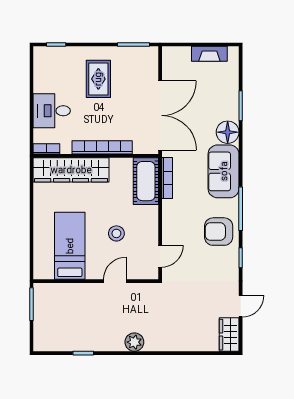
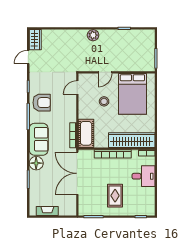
bed: (70, 246) -> (132, 94), width x1.50

